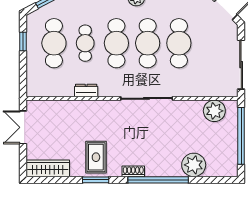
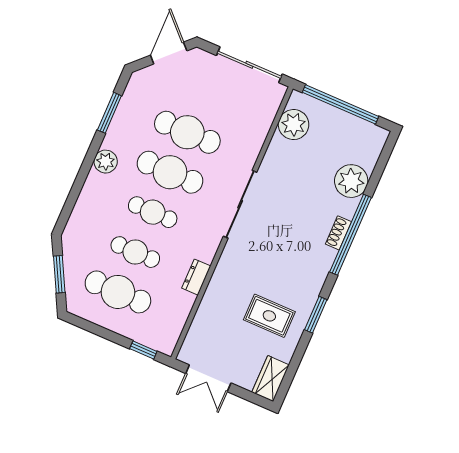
window: (23, 42) -> (143, 350), moved
cafe table: (116, 43) -> (153, 212), width x0.73, depth x0.74
rug: (96, 157) -> (269, 316), moved
wardrobe: (48, 168) -> (271, 379), width x0.67
shoe rack: (133, 171) -> (338, 233), moved

